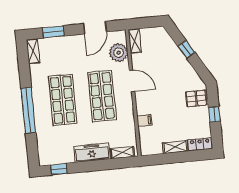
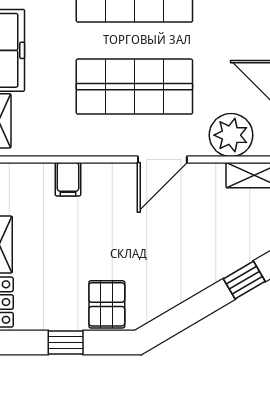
window: (186, 49) -> (244, 280), moved

